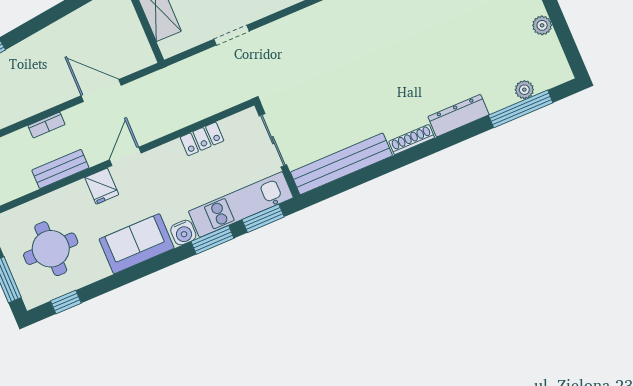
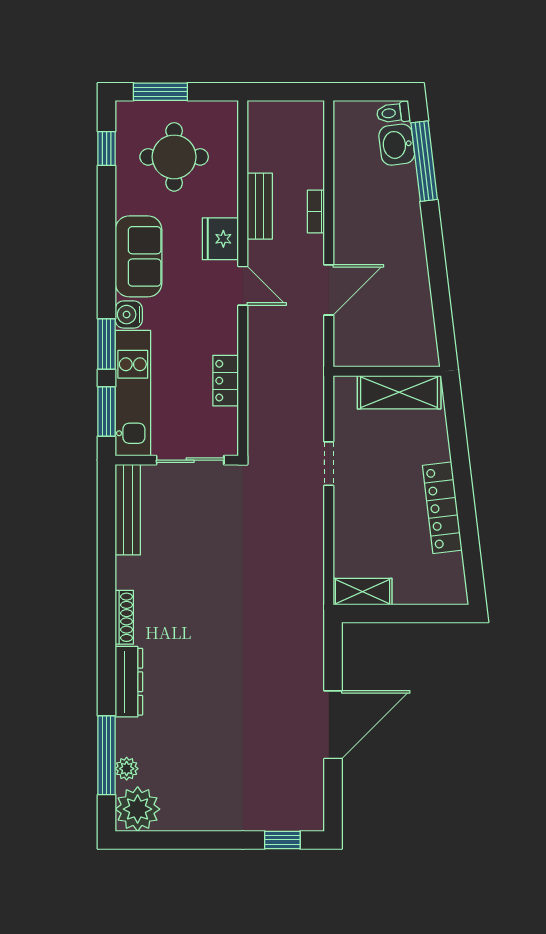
plant: (542, 25) -> (138, 809), moved, width x1.88, depth x1.88
bench: (341, 164) -> (128, 510), width x0.73, depth x0.82
fridge: (102, 186) -> (220, 239), width x1.38

